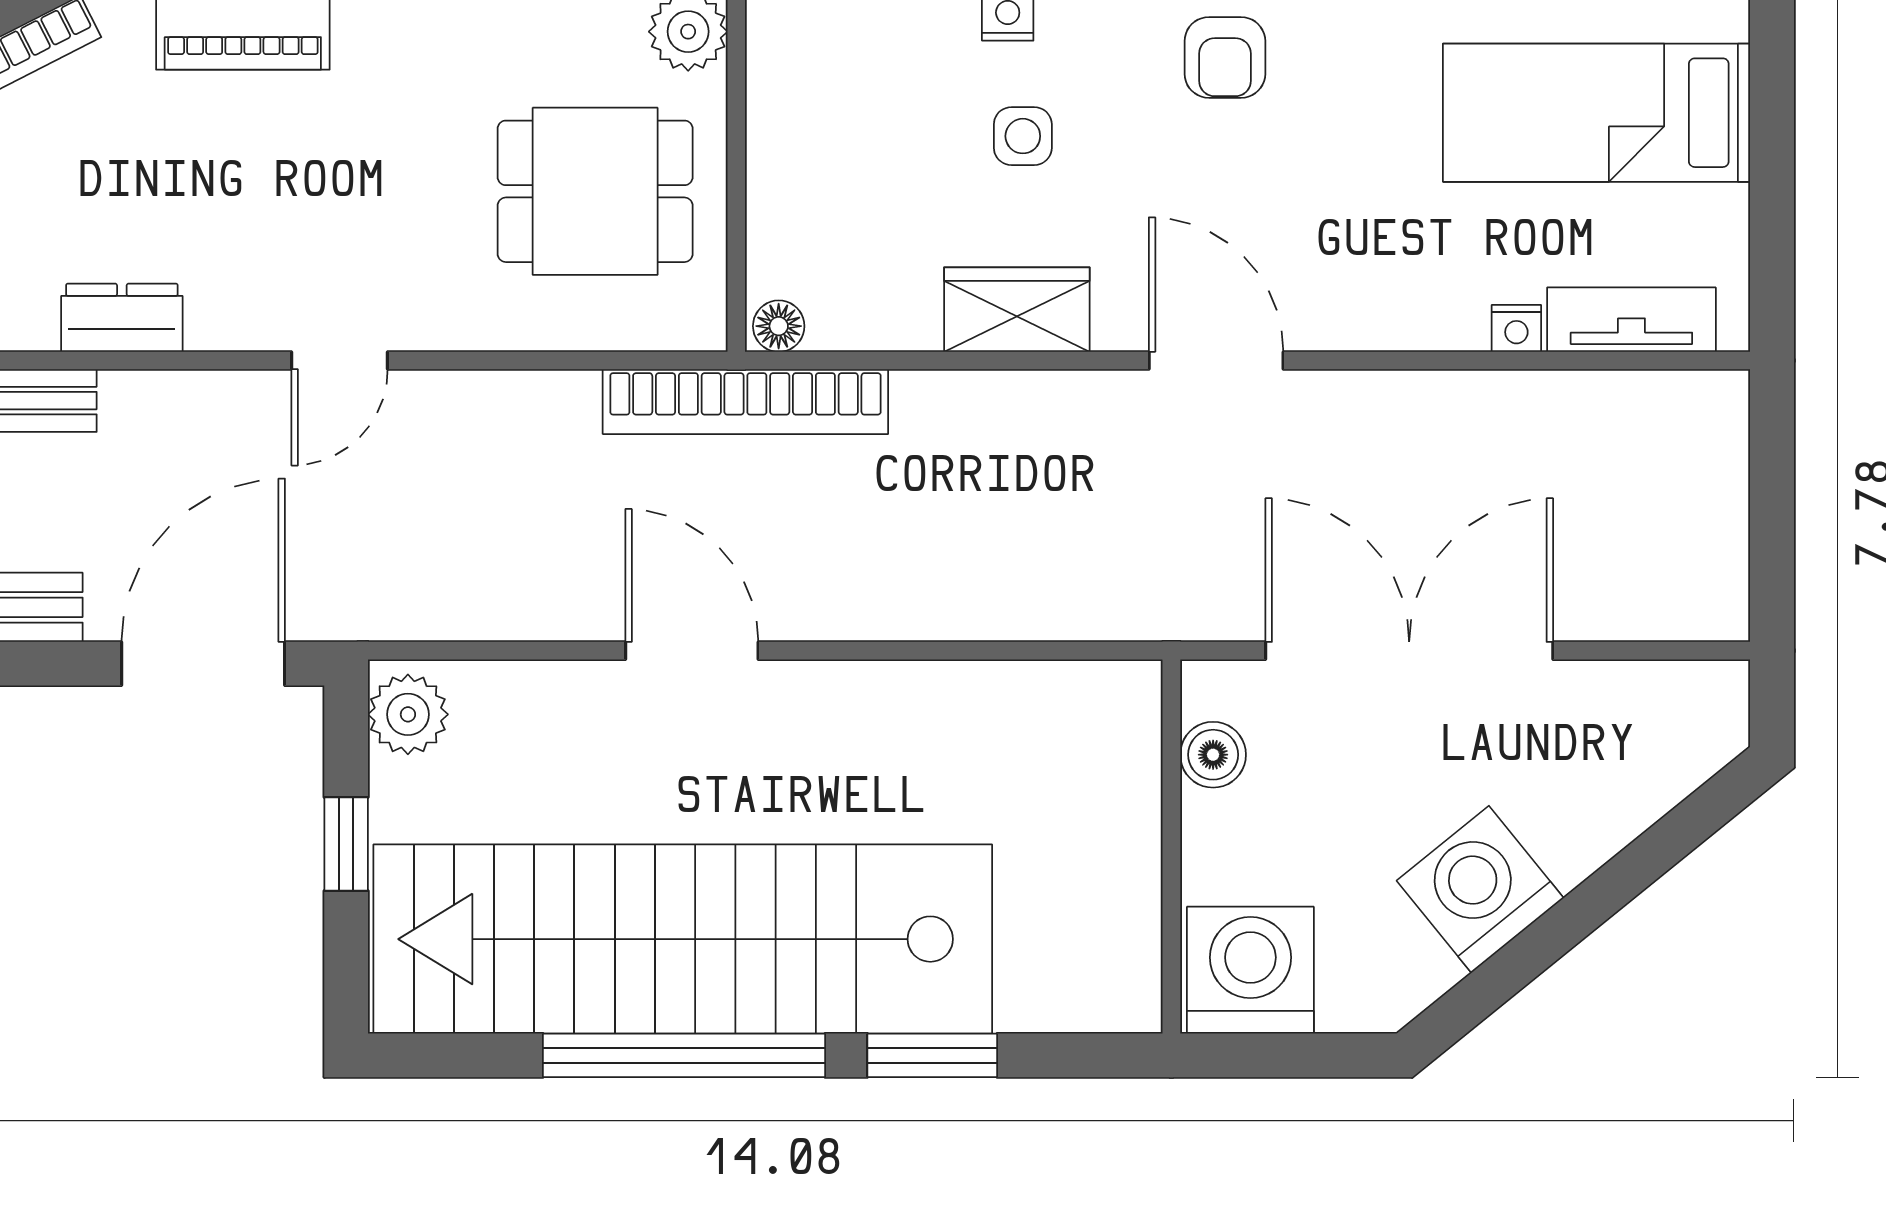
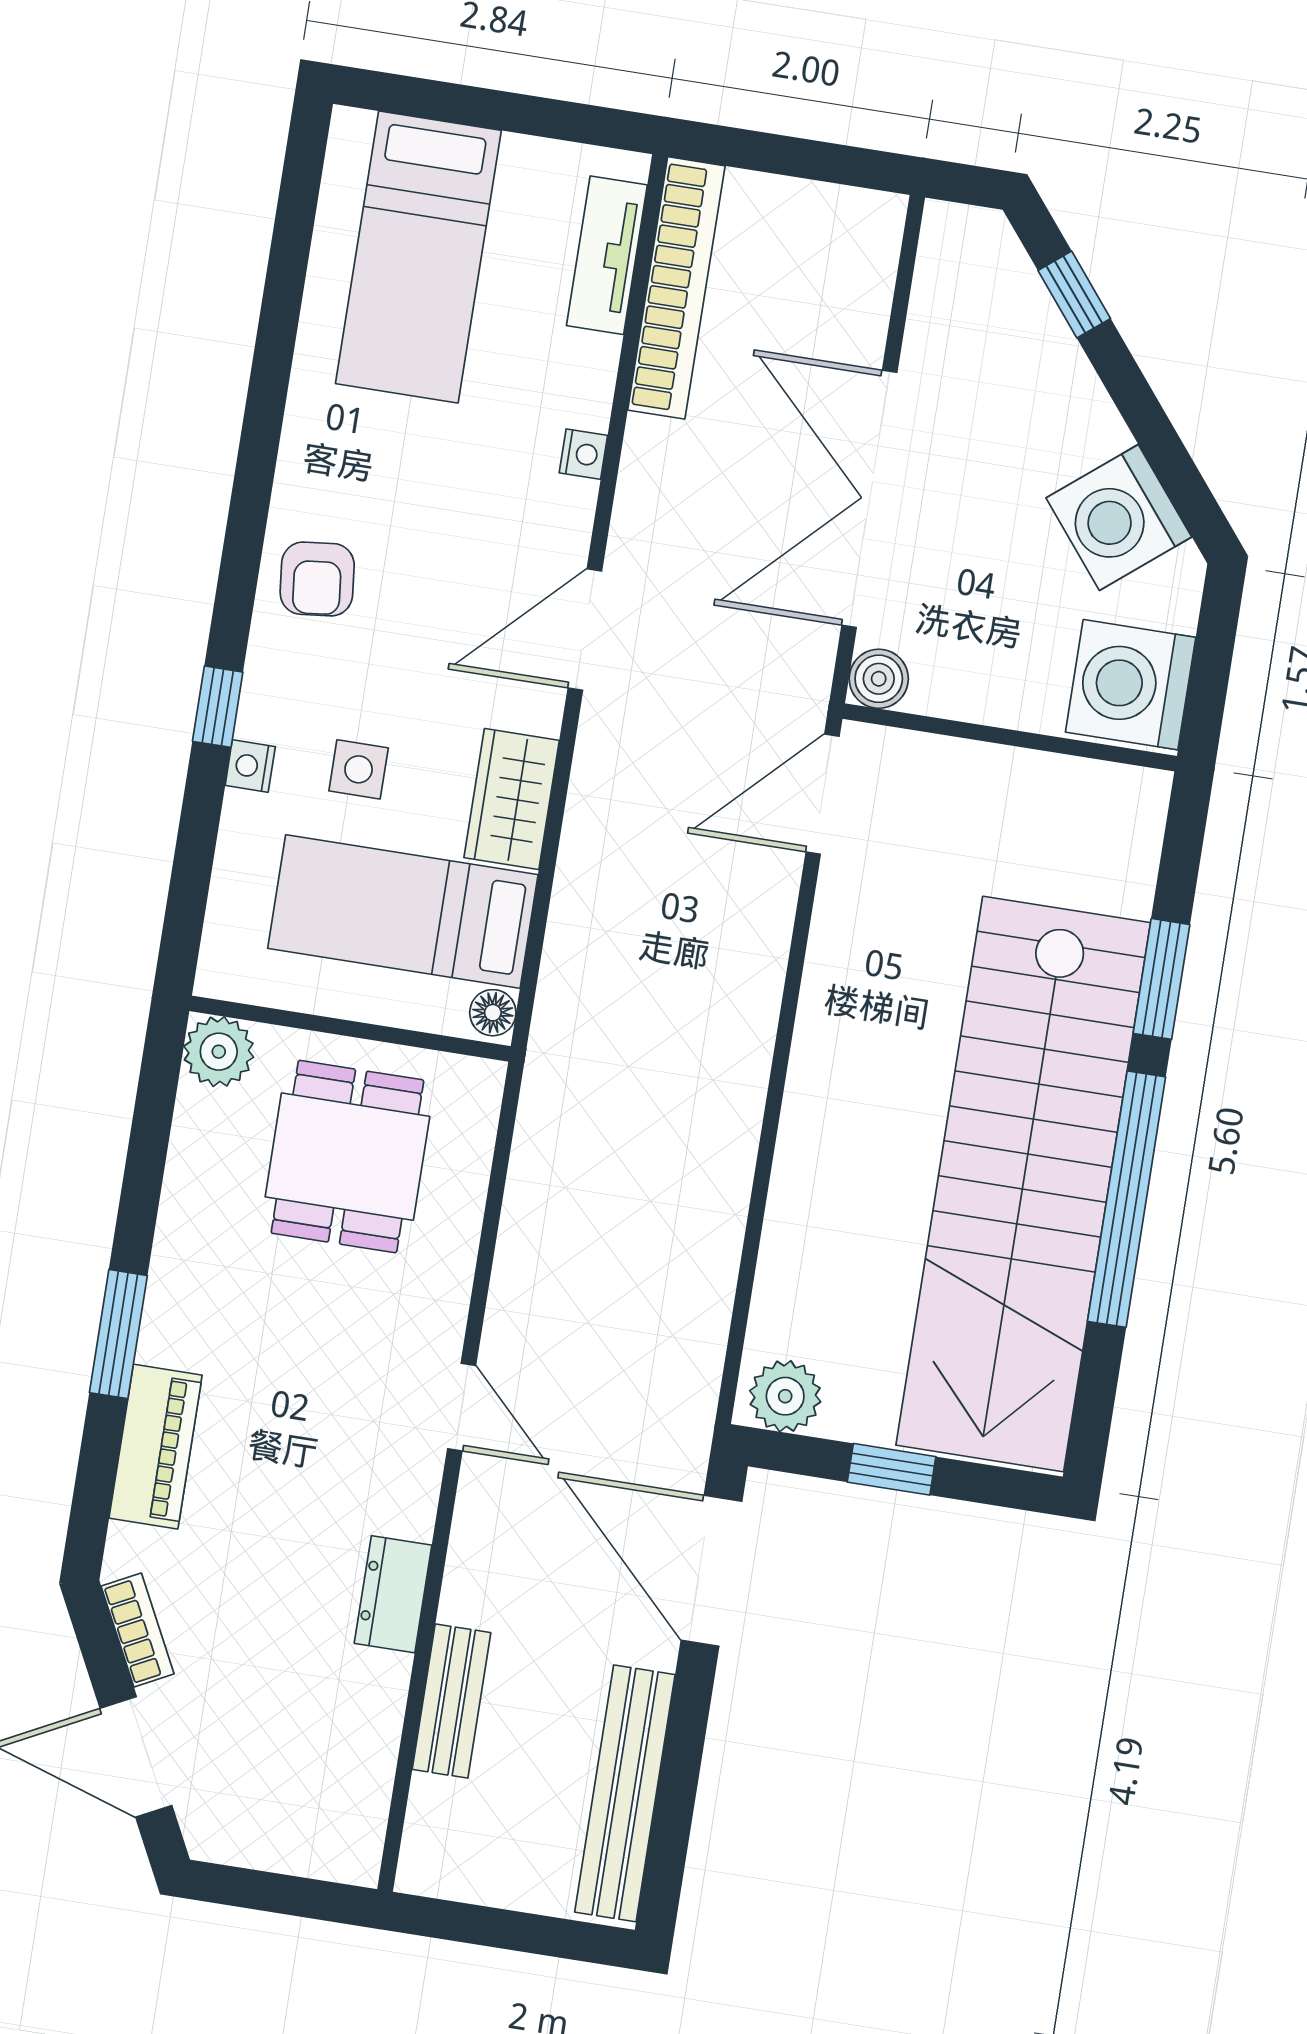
armchair: (1225, 57) -> (317, 579), turned 84
bed: (874, 210) -> (403, 912), added
nightstand: (1516, 328) -> (583, 454), moved
bookcase: (745, 402) -> (676, 288), moved
door: (692, 651) -> (823, 794), moved
boiler: (1213, 755) -> (879, 679), moved
window: (1670, 840) -> (1074, 294), added
washing machine: (1480, 889) -> (1119, 517), moved

